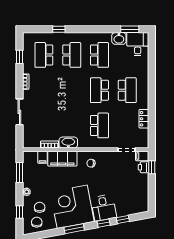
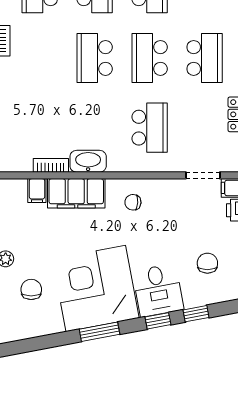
school desk: (72, 90) -> (95, 58), added
chair: (37, 222) -> (207, 263), moved

